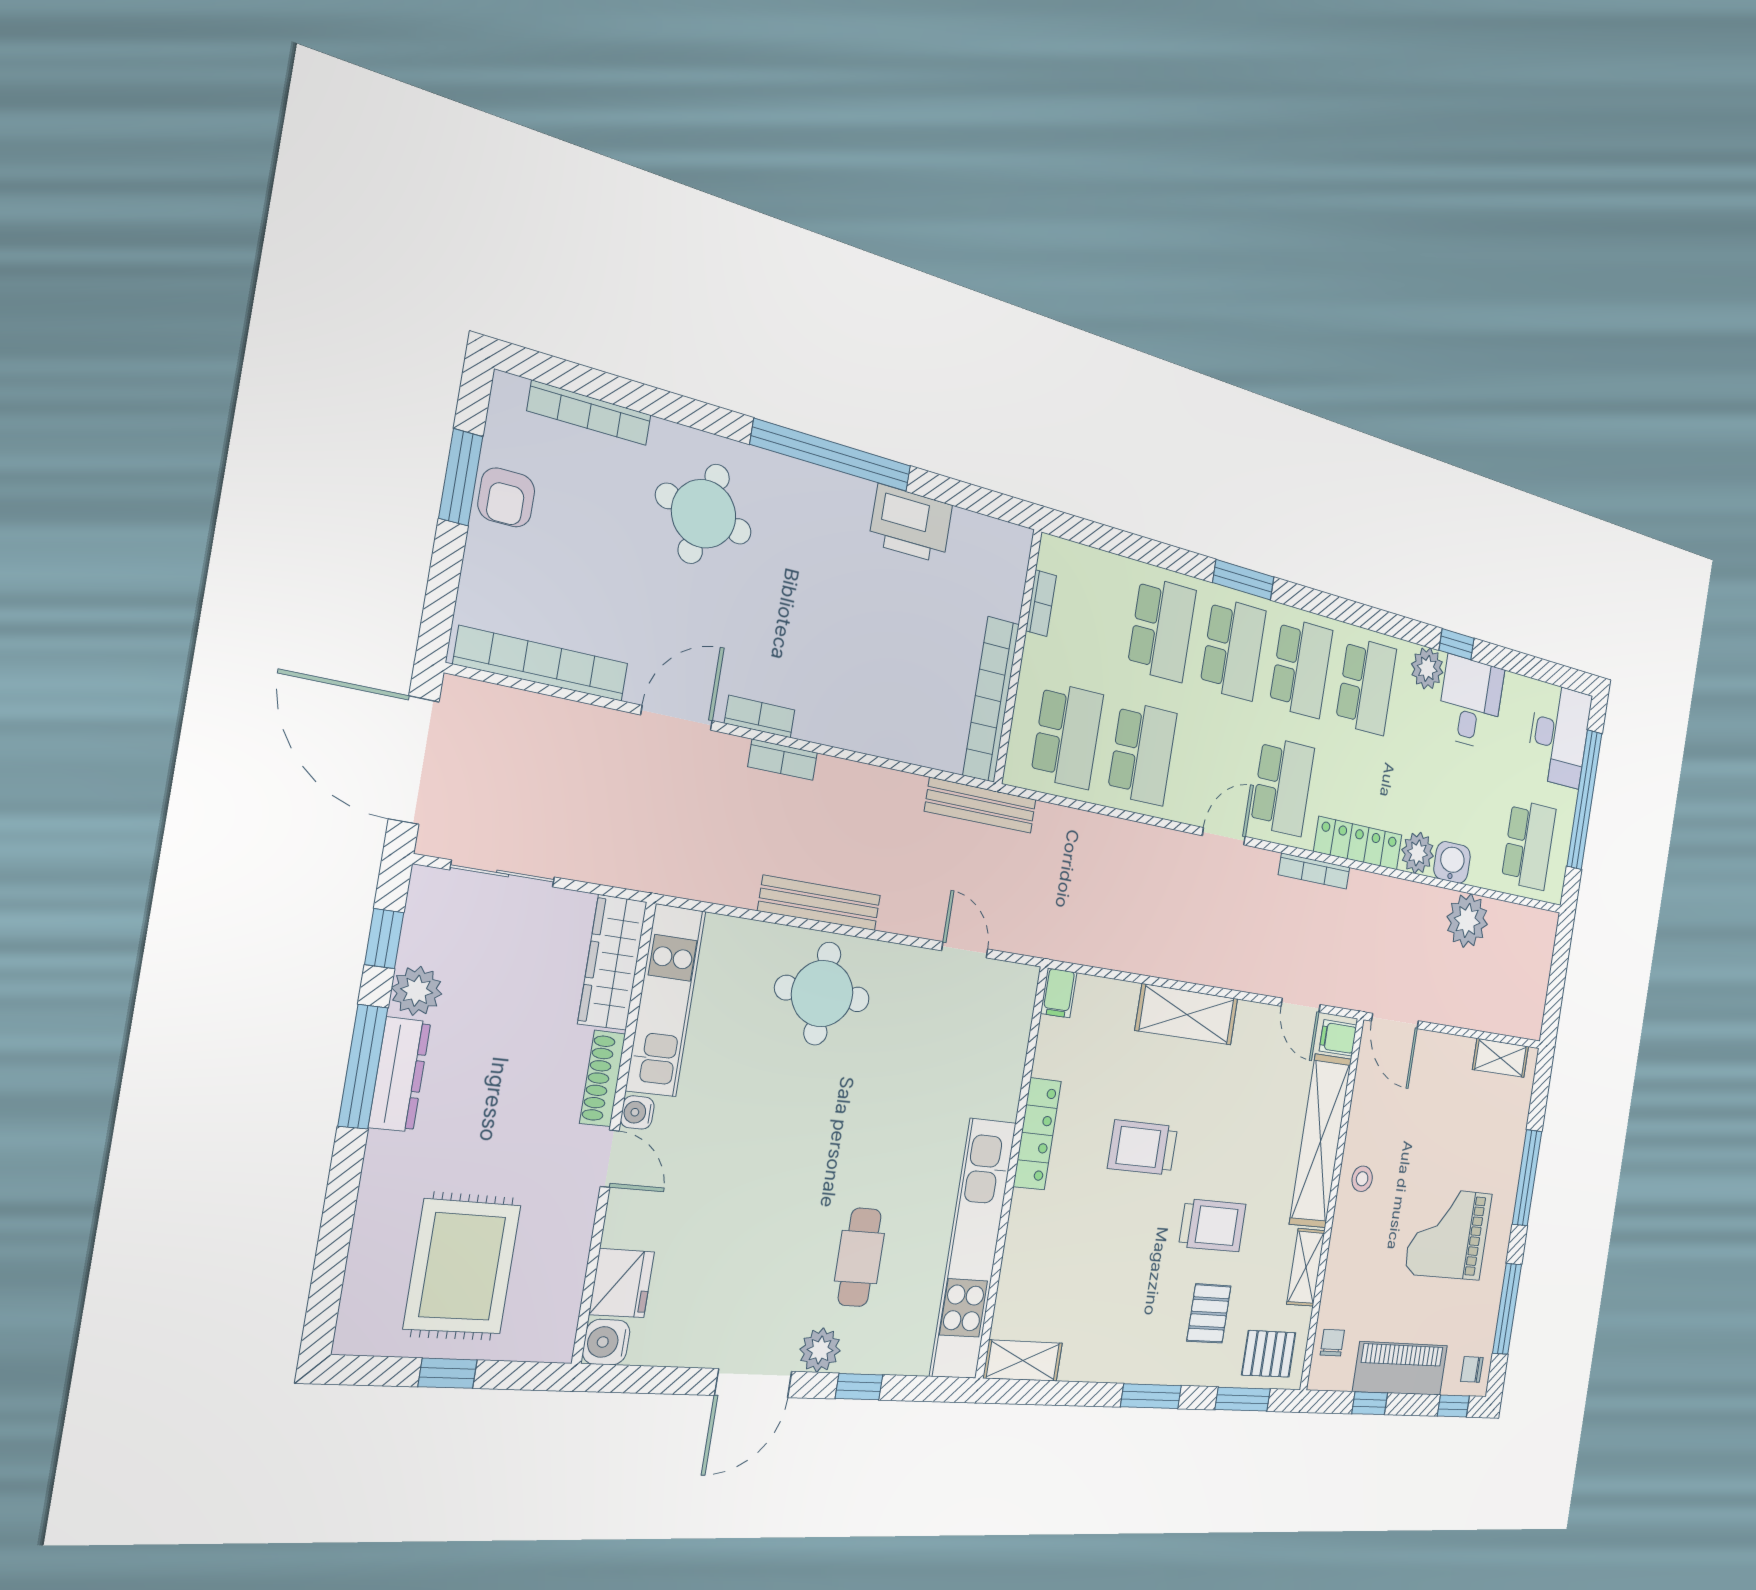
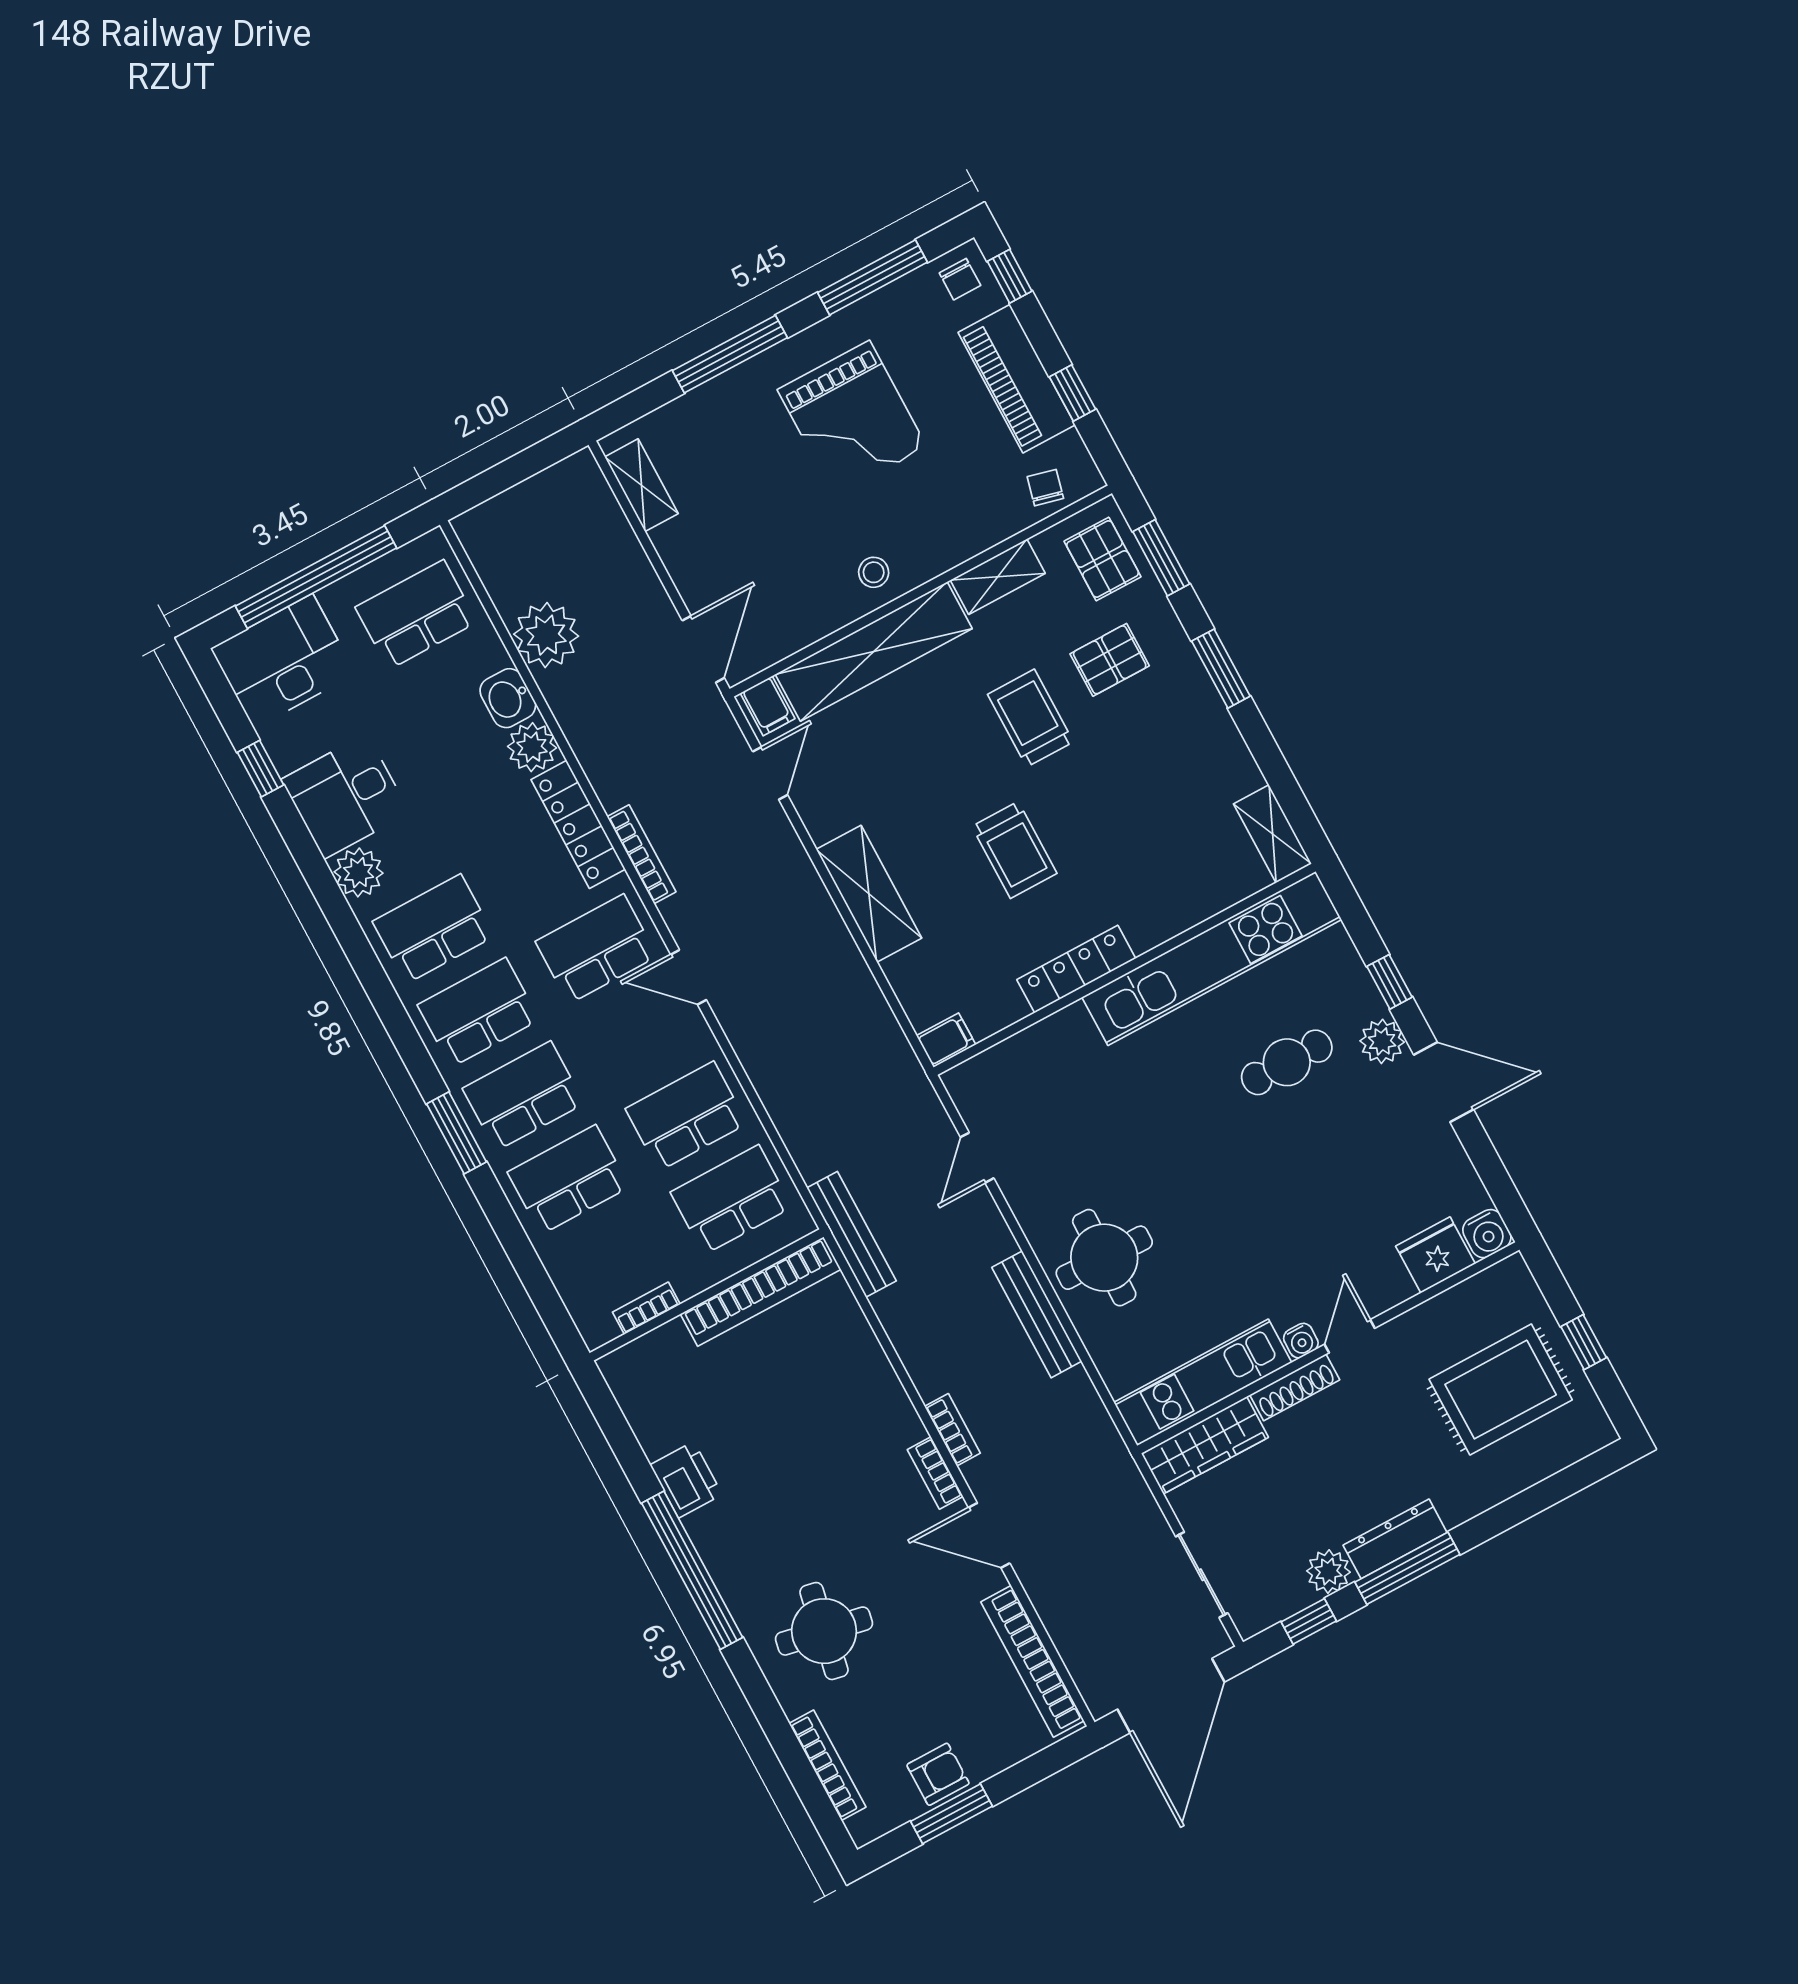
printer: (911, 524) -> (686, 1480), width x0.73, depth x0.84
window: (1457, 644) -> (260, 769), moved
chair: (1332, 1343) -> (1045, 488), turned 104

